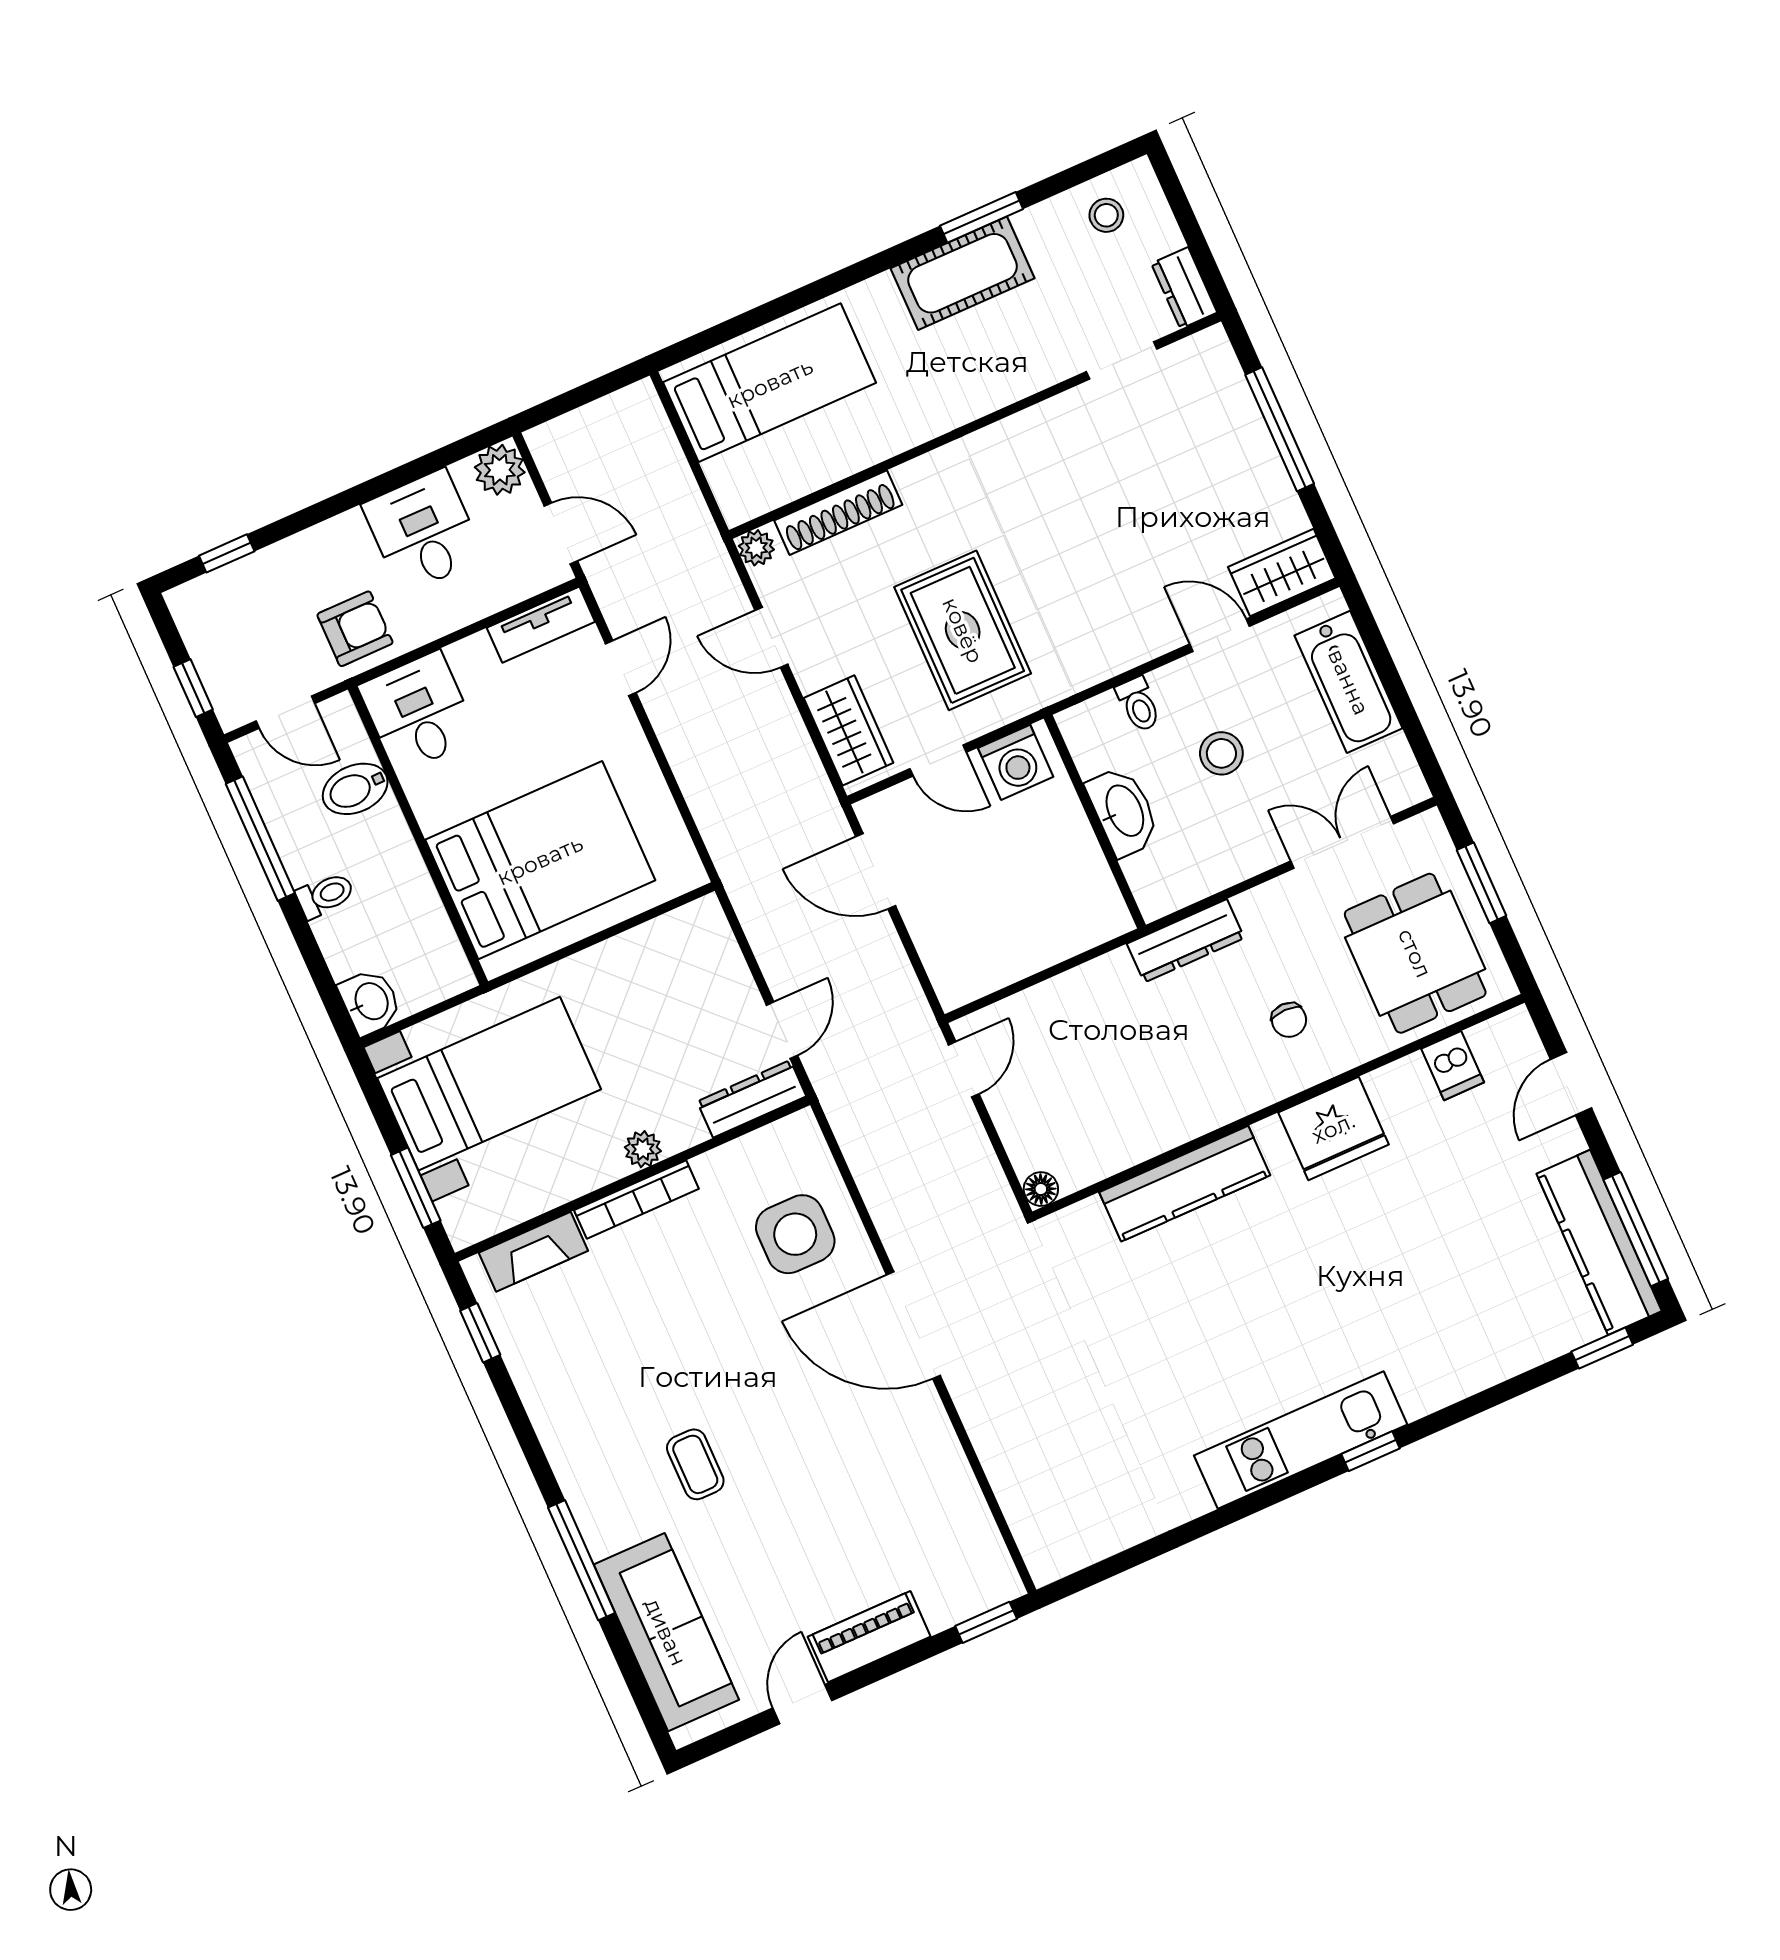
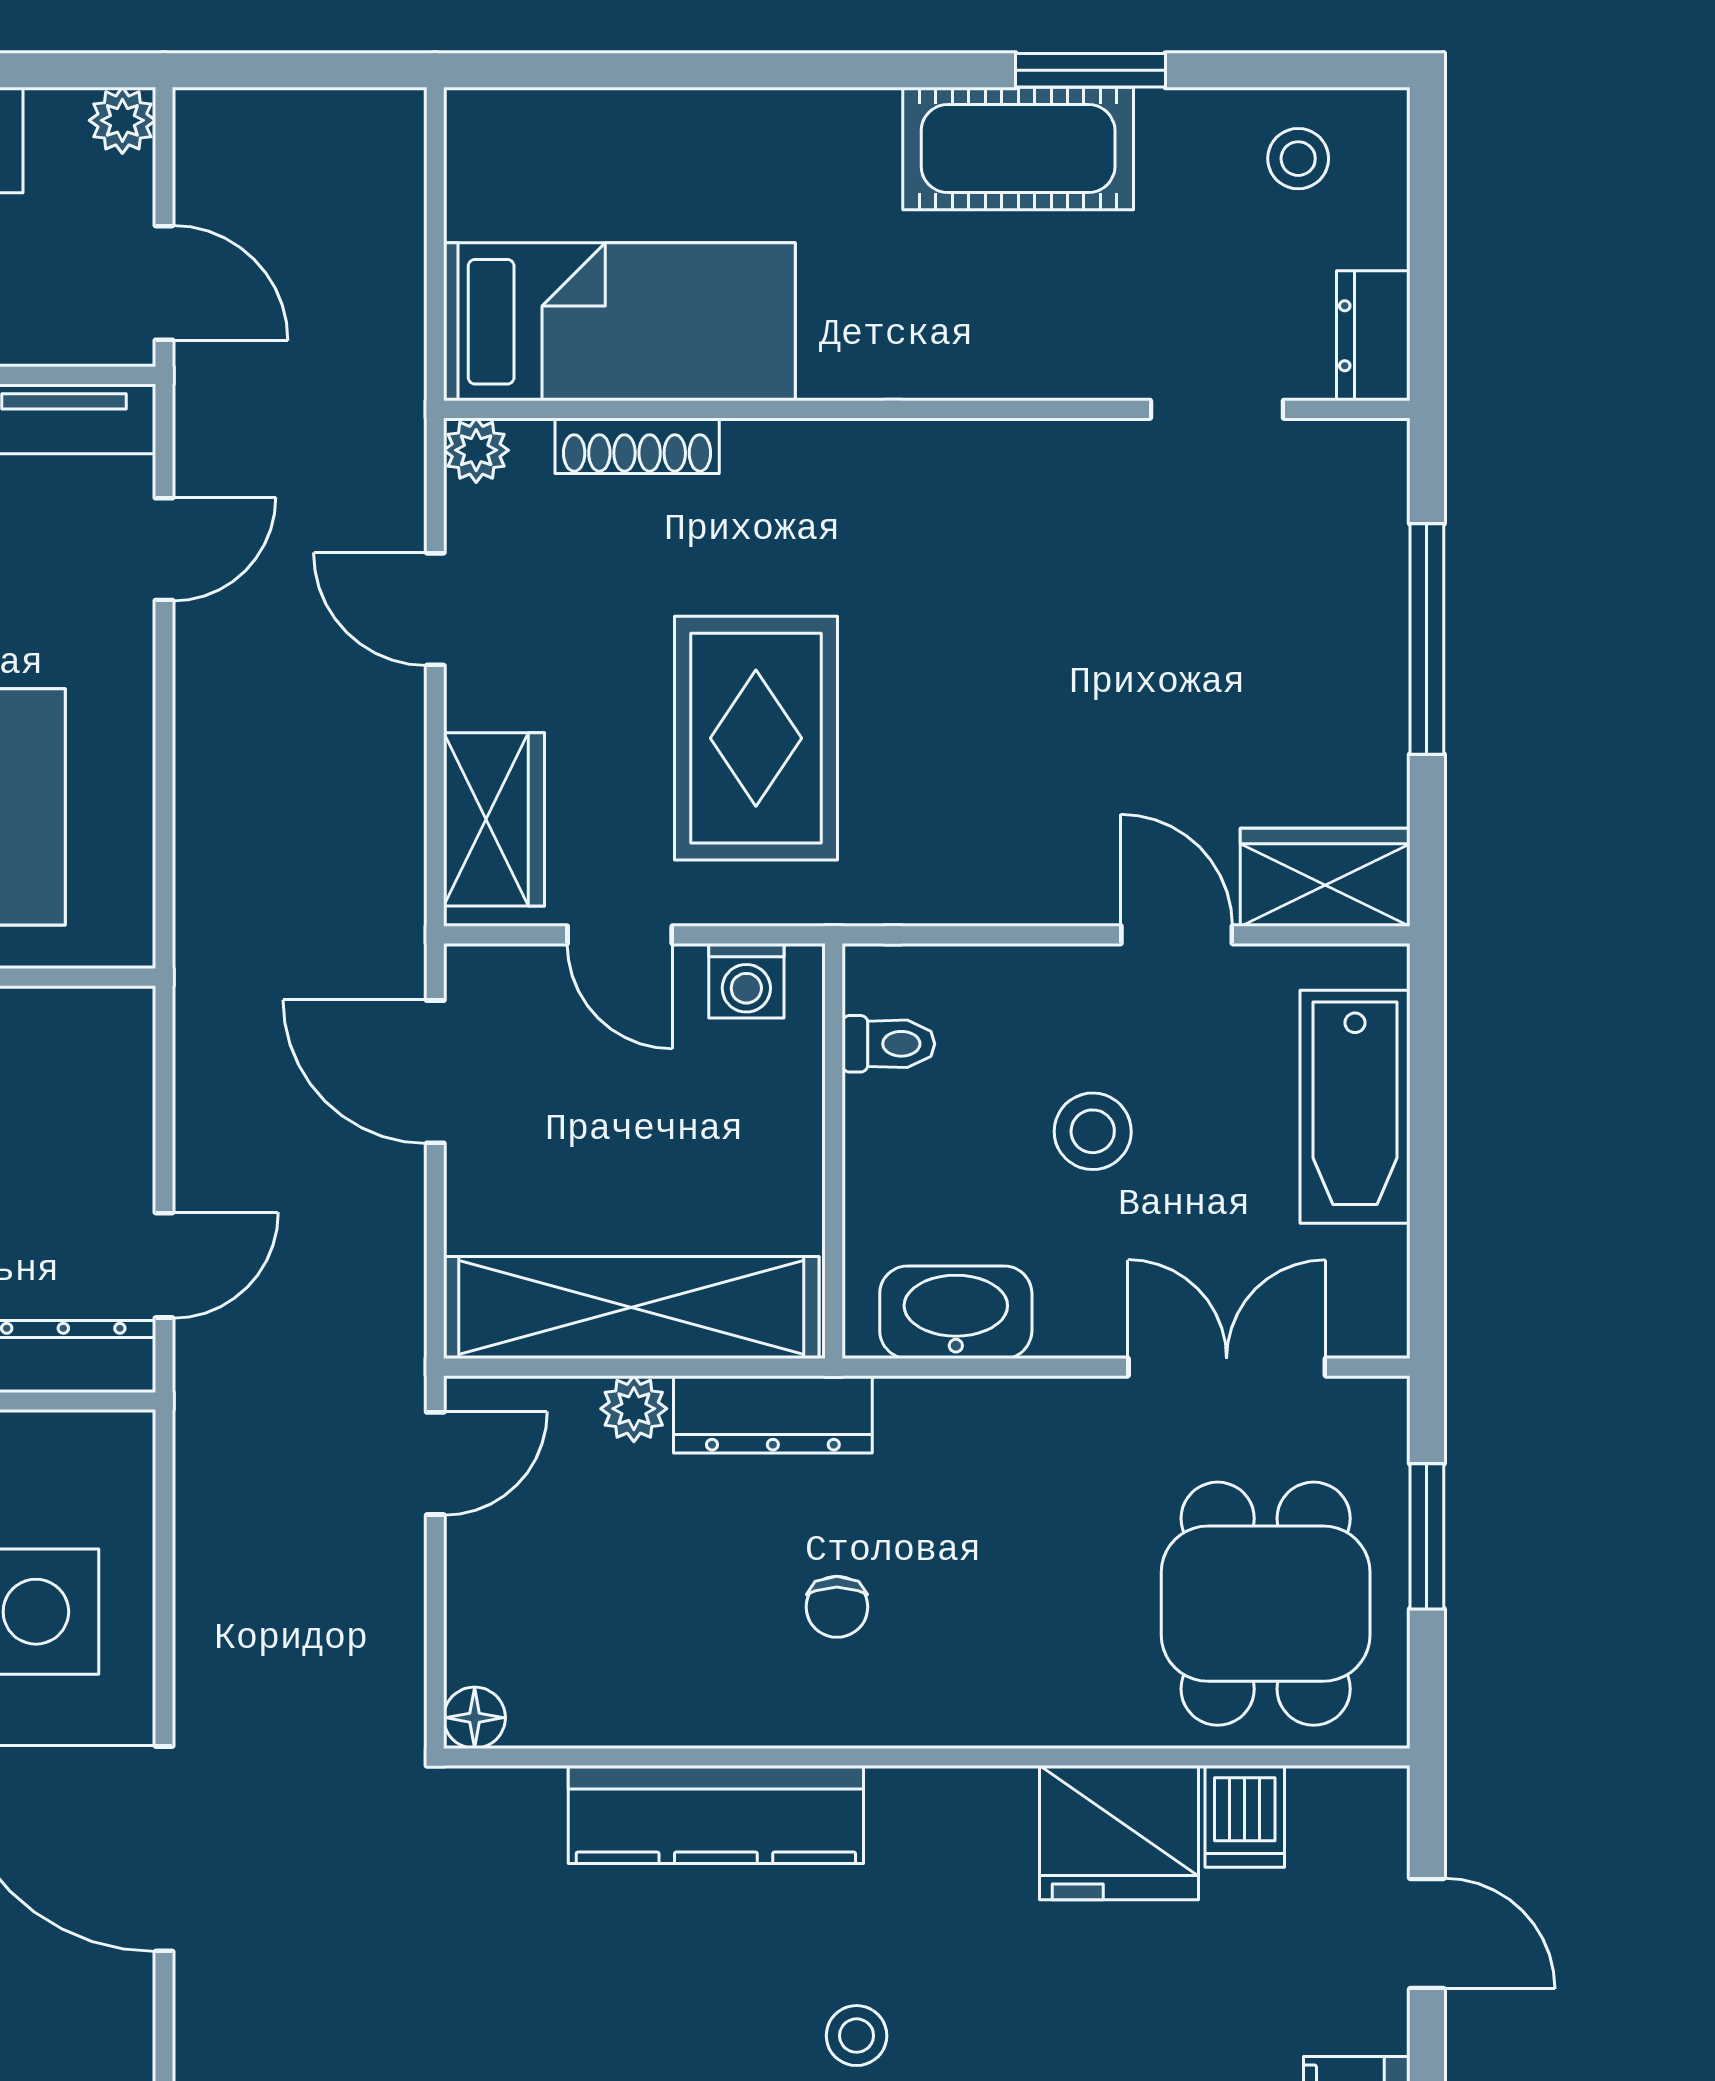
bed: (770, 383) -> (619, 322), moved
plant: (500, 470) -> (122, 120), width x0.73, depth x0.73
shoe rack: (838, 513) -> (637, 446), width x0.74, depth x0.81
toilet: (1139, 704) -> (888, 1044), moved, turned -90
washing machine: (1016, 762) -> (746, 981), width x0.73, depth x0.73
washbasin: (1124, 811) -> (956, 1312), moved, turned -90
dresser: (1186, 941) -> (773, 1414), moved
shelving: (1028, 946) -> (631, 1307), added
plant: (1052, 997) -> (634, 1409), added
chair: (1289, 1020) -> (837, 1607), moved
door: (1571, 1084) -> (1427, 1934), swing flipped
fridge: (1333, 1128) -> (1119, 1833), moved
stool: (1306, 1264) -> (857, 2036), added

